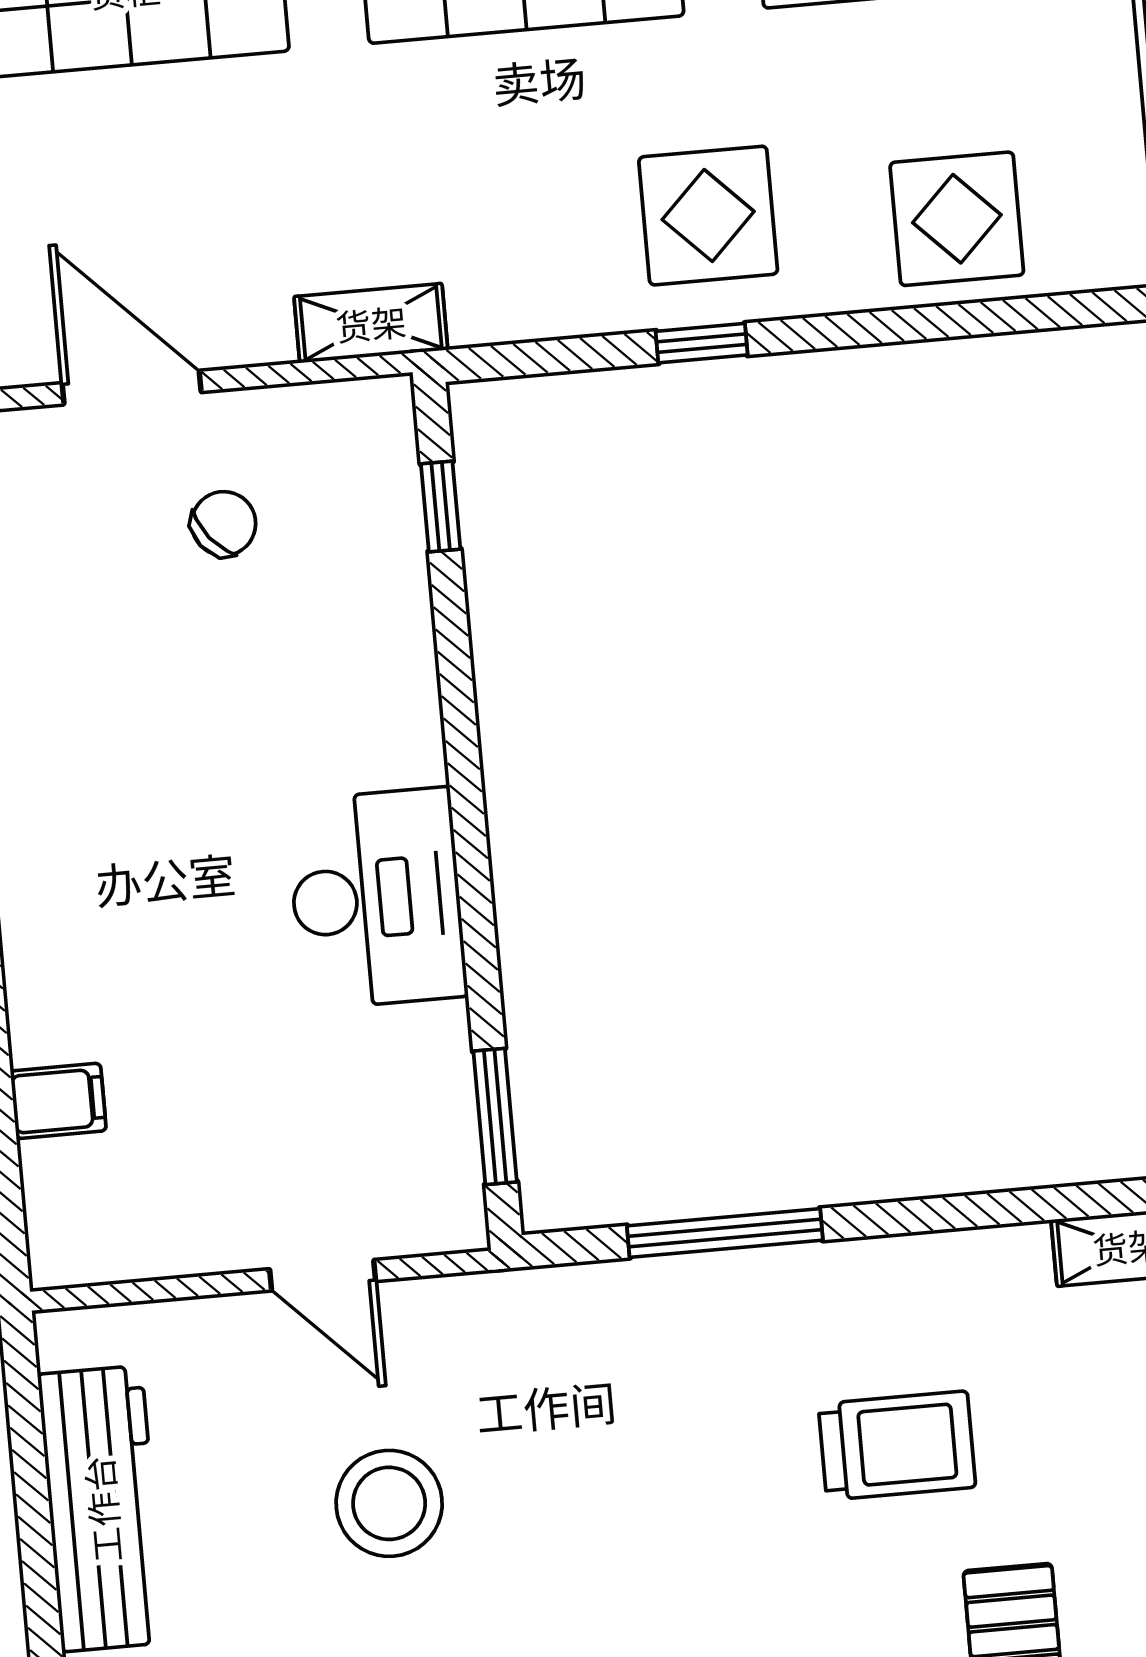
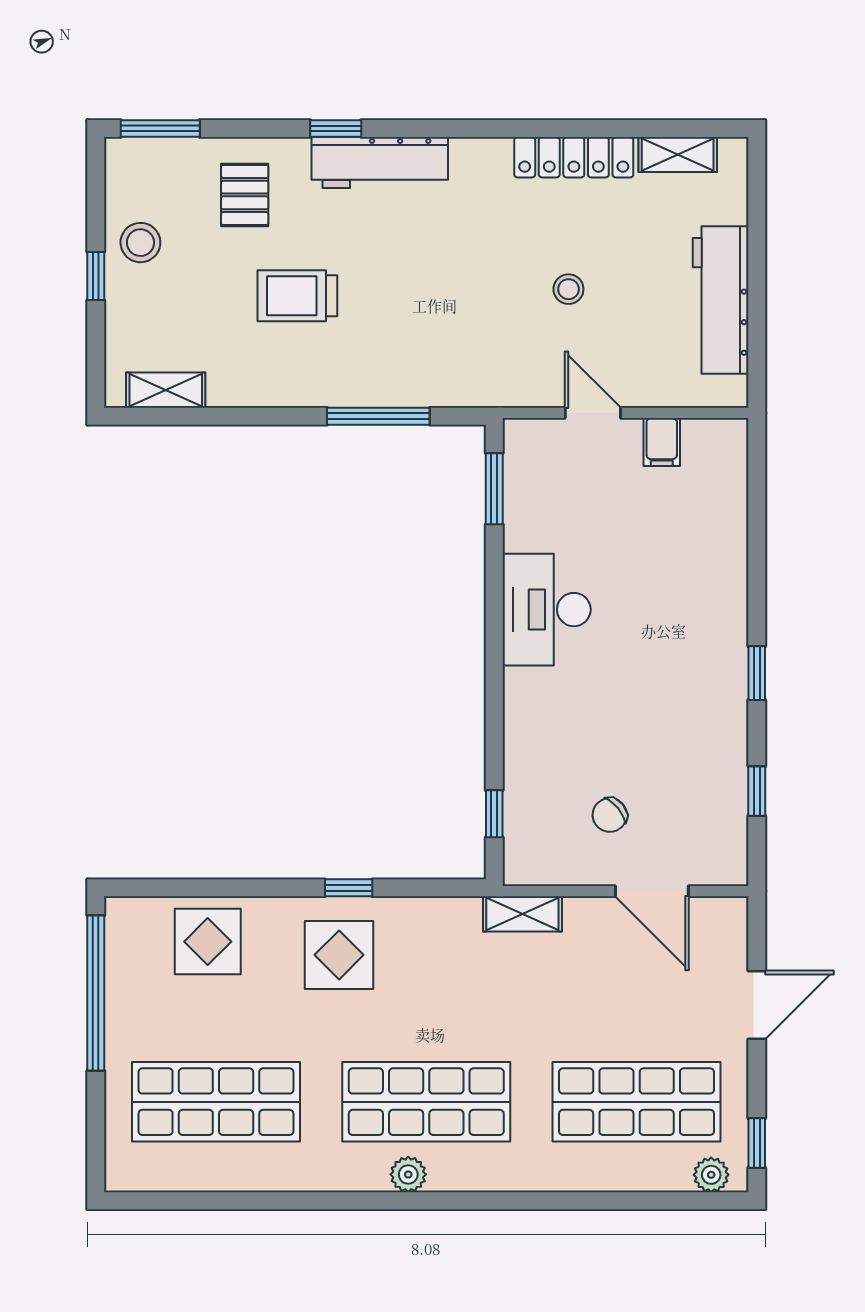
filing cabinet: (58, 1101) -> (662, 442), moved, turned -90
stool: (389, 1503) -> (568, 289), width x0.53, depth x0.53

